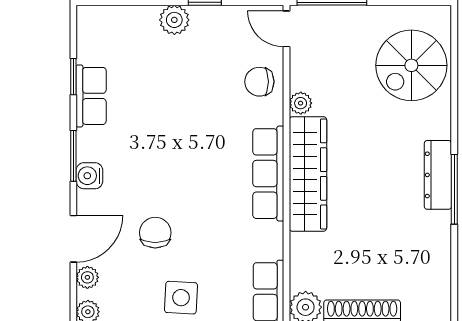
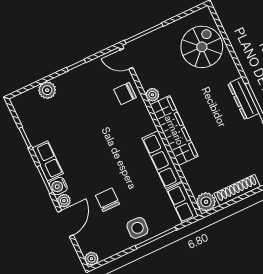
plant: (174, 20) -> (47, 90), moved
spiral stairs: (411, 65) -> (202, 47), turned 180
row of seats: (91, 96) -> (48, 161), moved
row of seats: (268, 174) -> (162, 160), moved
plant: (87, 277) -> (64, 201), moved

